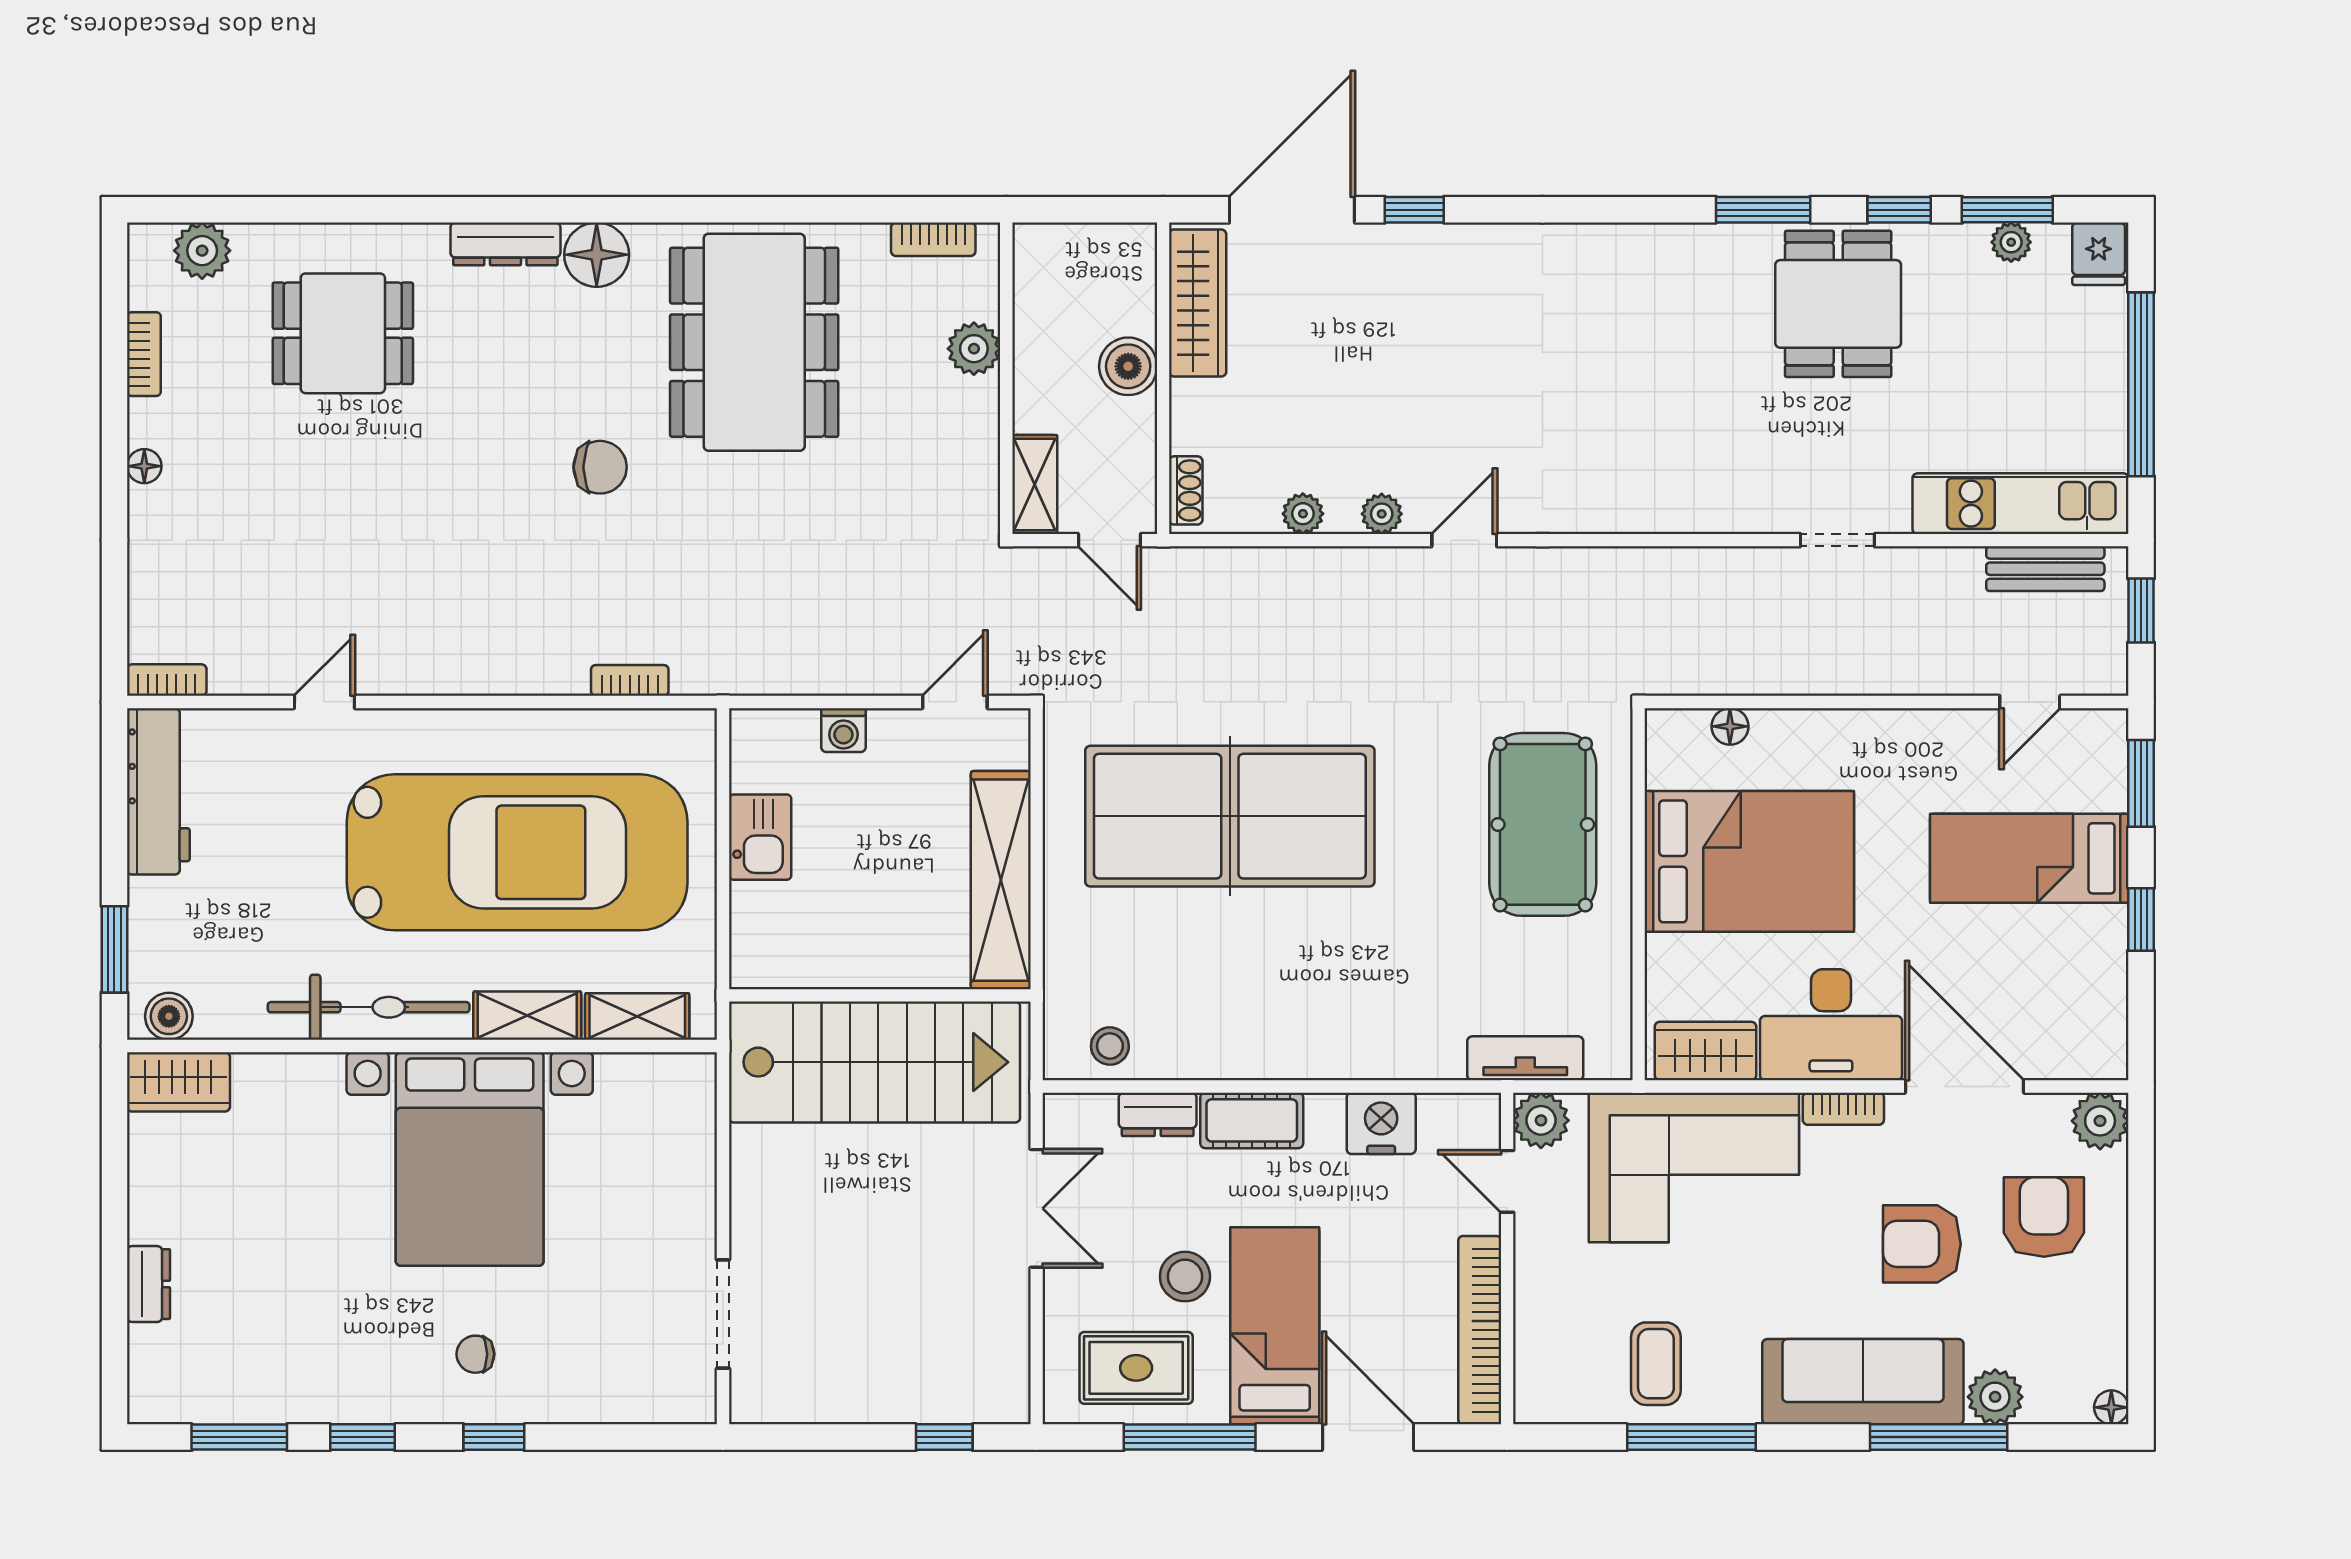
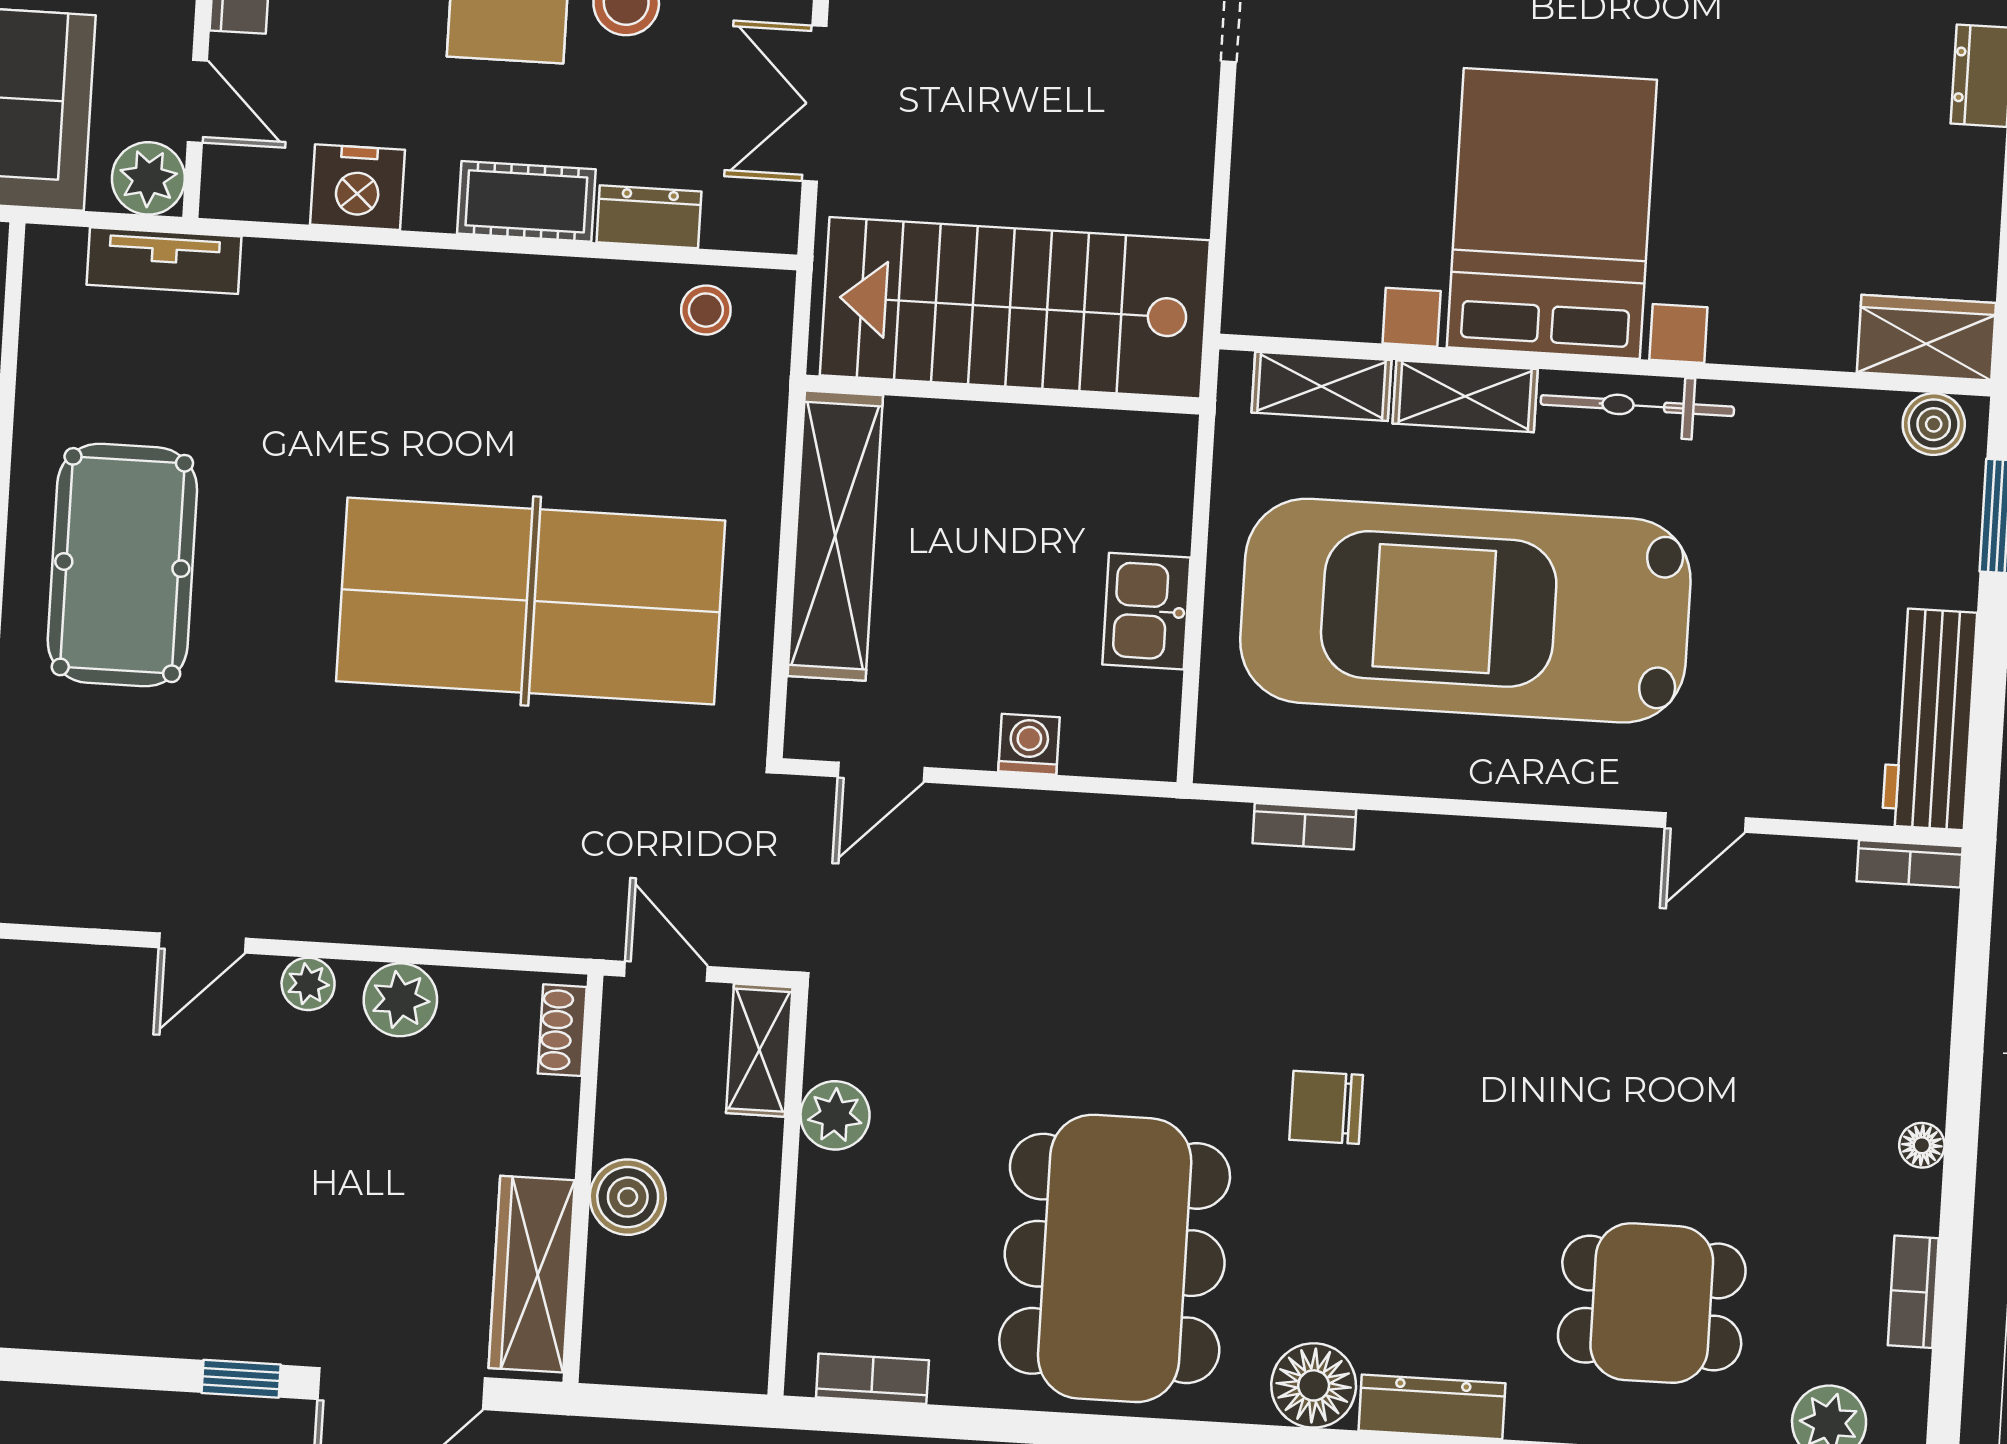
plant: (974, 349) -> (835, 1115), moved
plant: (1303, 514) -> (400, 1000), width x1.38, depth x1.38
bicycle: (369, 1007) -> (1637, 406), width x0.73, depth x0.71

